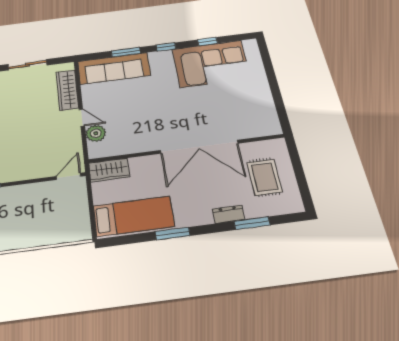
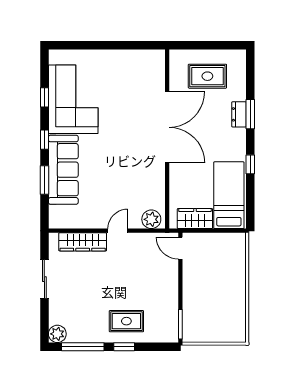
sofa: (114, 68) -> (63, 170), moved
plant: (96, 133) -> (151, 219), moved
wardrobe: (109, 170) -> (195, 219), moved, turned -90
window: (252, 223) -> (250, 114), moved
window: (173, 234) -> (250, 164), width x0.67

